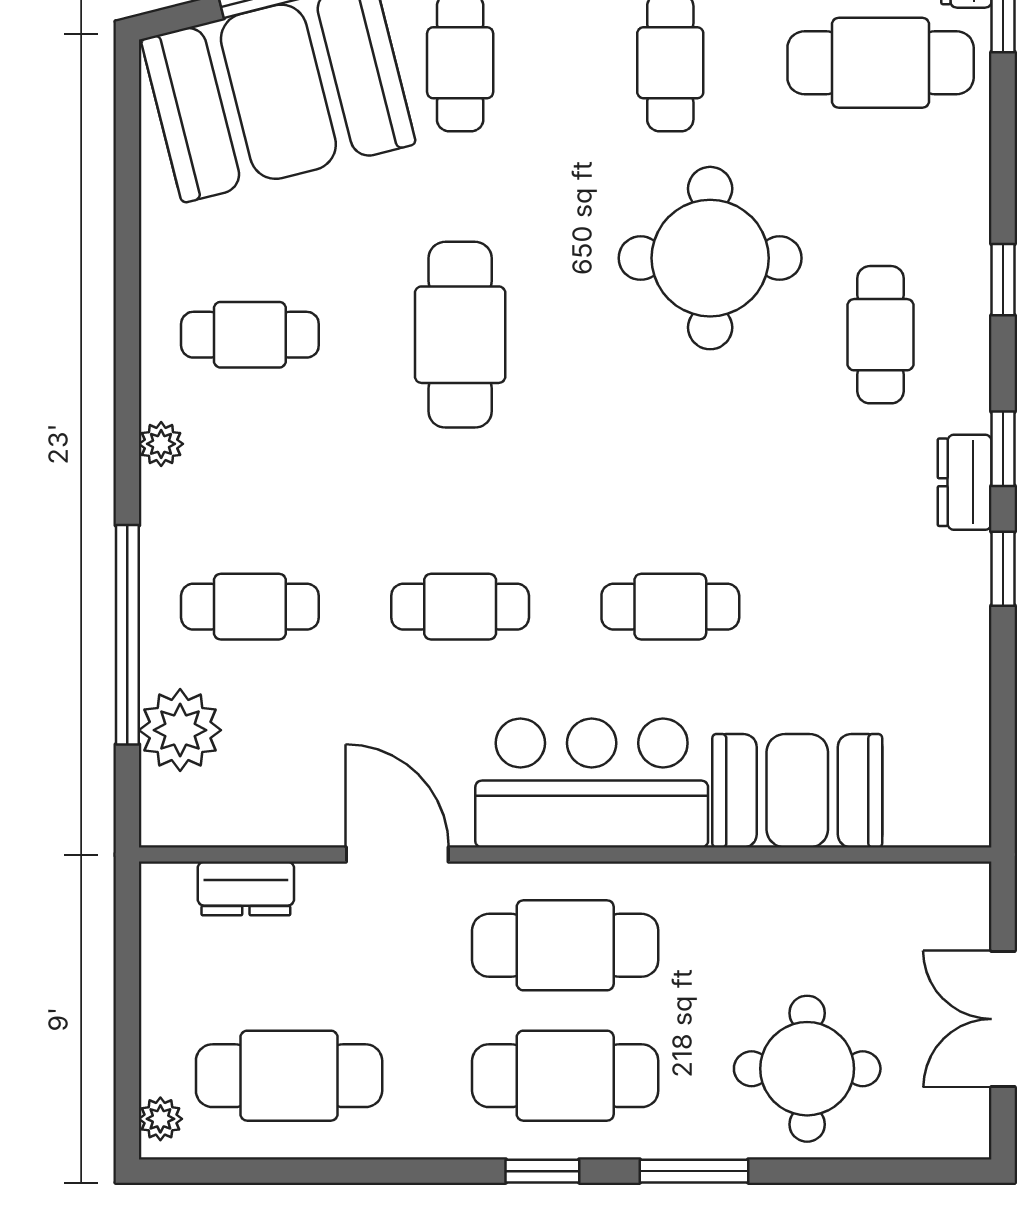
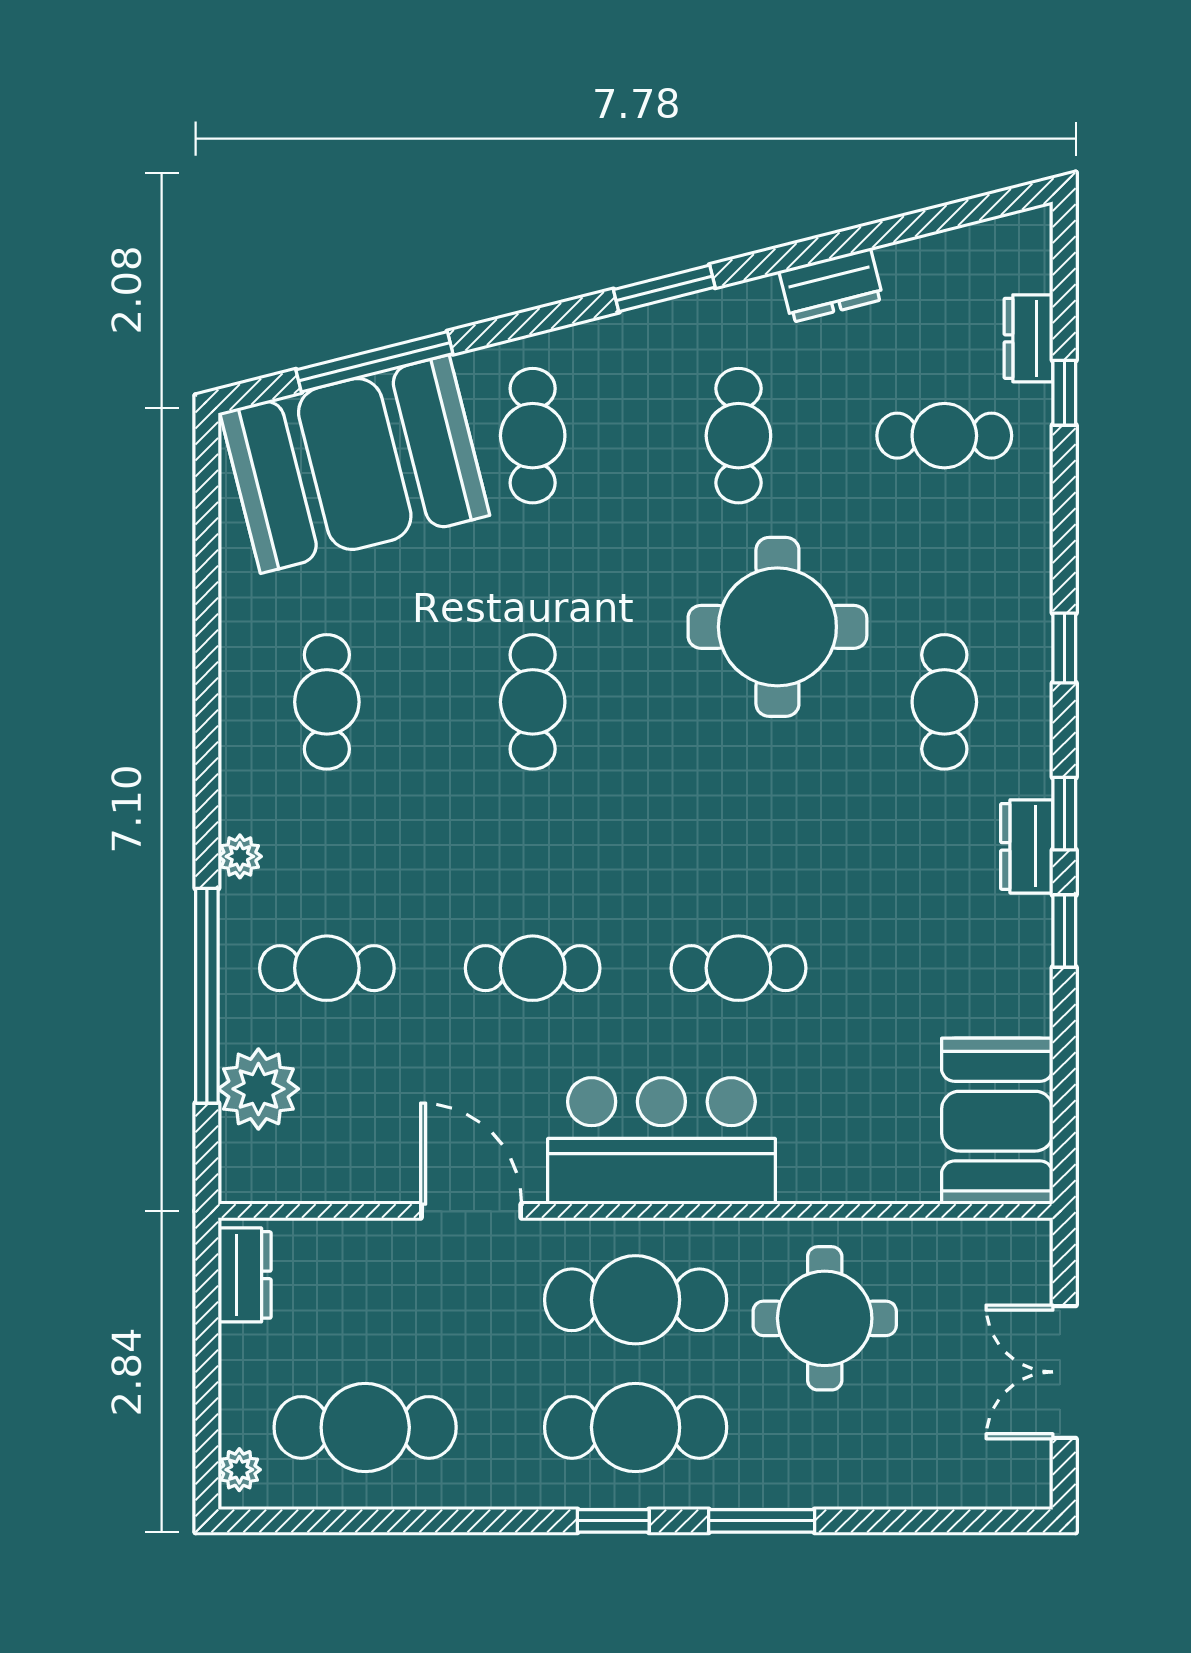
cafe table: (881, 63) -> (944, 436), width x0.73, depth x0.74
cafe table: (250, 335) -> (327, 702), turned 90
cafe table: (460, 335) -> (533, 702), width x0.73, depth x0.74
plant: (161, 444) -> (240, 856), moved
booth: (797, 791) -> (997, 1121), moved, turned 90
dresser: (246, 888) -> (245, 1275), moved, turned -90
round table: (807, 1069) -> (825, 1318), moved

